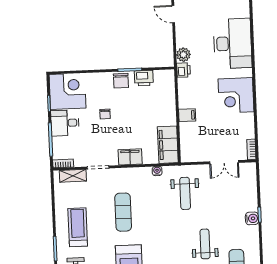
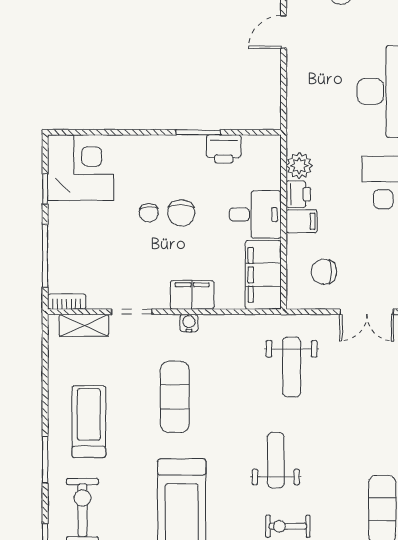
door: (173, 14) -> (284, 32), hinge flipped
plant: (183, 55) -> (299, 166), moved
printer: (184, 70) -> (298, 194), moved
chair: (121, 81) -> (181, 213), moved
desk: (65, 123) -> (255, 215), moved, turned 180
chair: (200, 142) -> (324, 272), added
water cooler: (157, 171) -> (189, 323), moved
weight bench: (205, 244) -> (276, 460), moved

